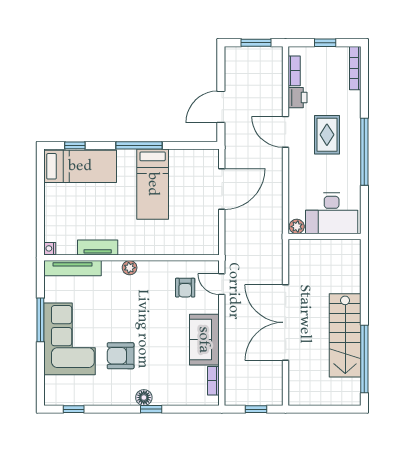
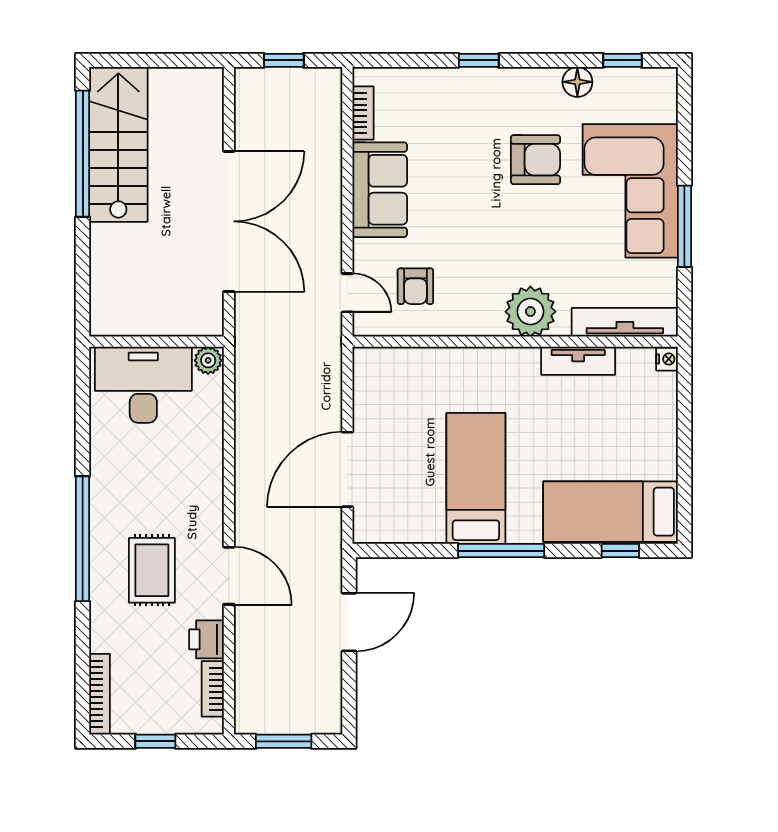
desk: (332, 213) -> (143, 385), moved
plant: (297, 227) -> (208, 360), moved
wall: (324, 237) -> (157, 342), moved
plant: (130, 268) -> (530, 312), width x1.88, depth x1.88
armchair: (185, 288) -> (415, 286), turned 180
stairs: (345, 335) -> (118, 144), moved
floor lamp: (144, 398) -> (577, 82), moved

